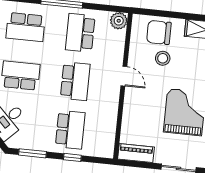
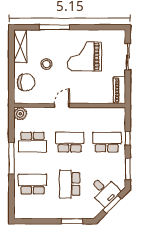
school desk: (26, 27) -> (32, 184), turned -90
chair: (159, 32) -> (26, 82), turned -90
stool: (163, 58) -> (46, 64), moved

